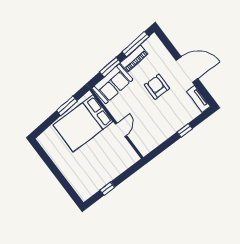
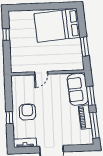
armchair: (157, 87) -> (27, 112), moved, turned -90
bed: (83, 123) -> (57, 25), moved, turned -95
door: (121, 130) -> (41, 73), hinge flipped

